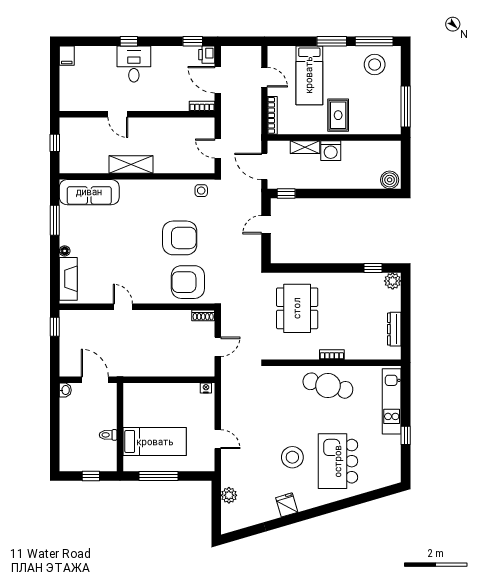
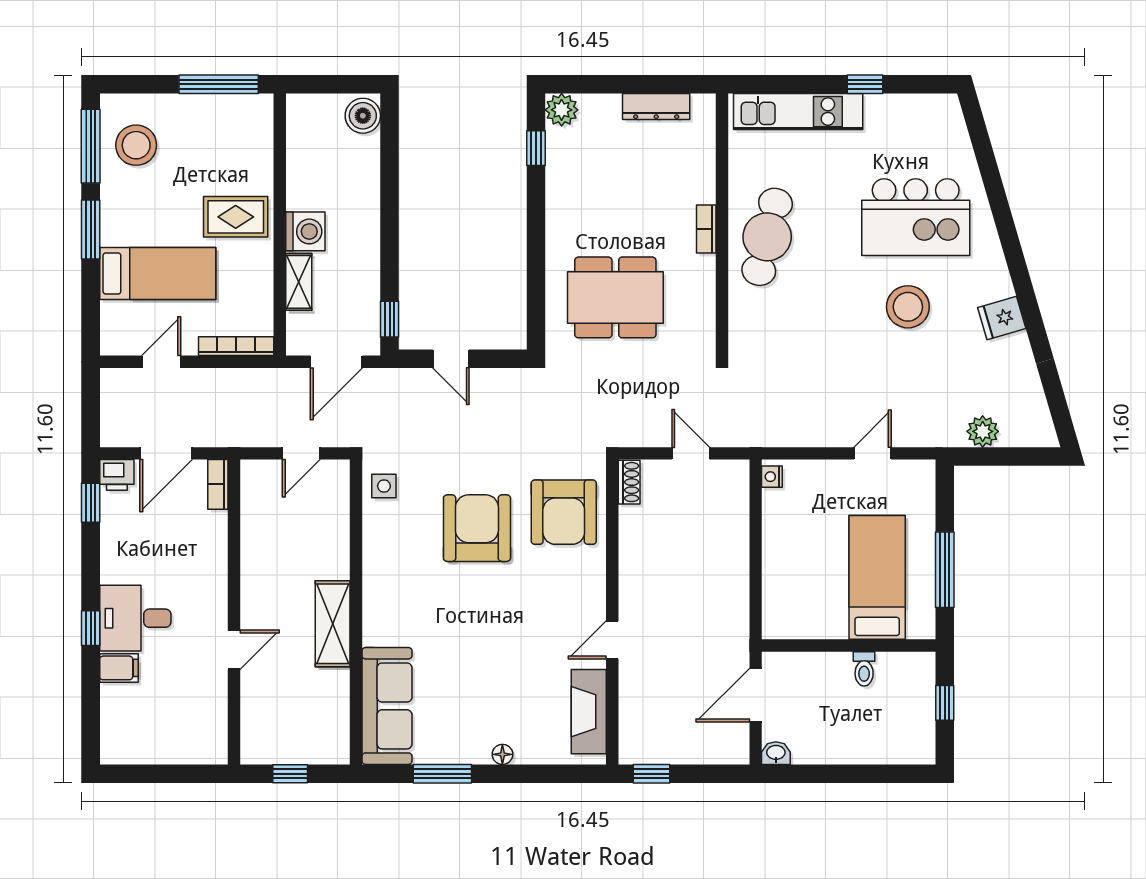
filing cabinet: (67, 56) -> (119, 668), moved
fireplace: (68, 279) -> (589, 712), moved, turned -90

